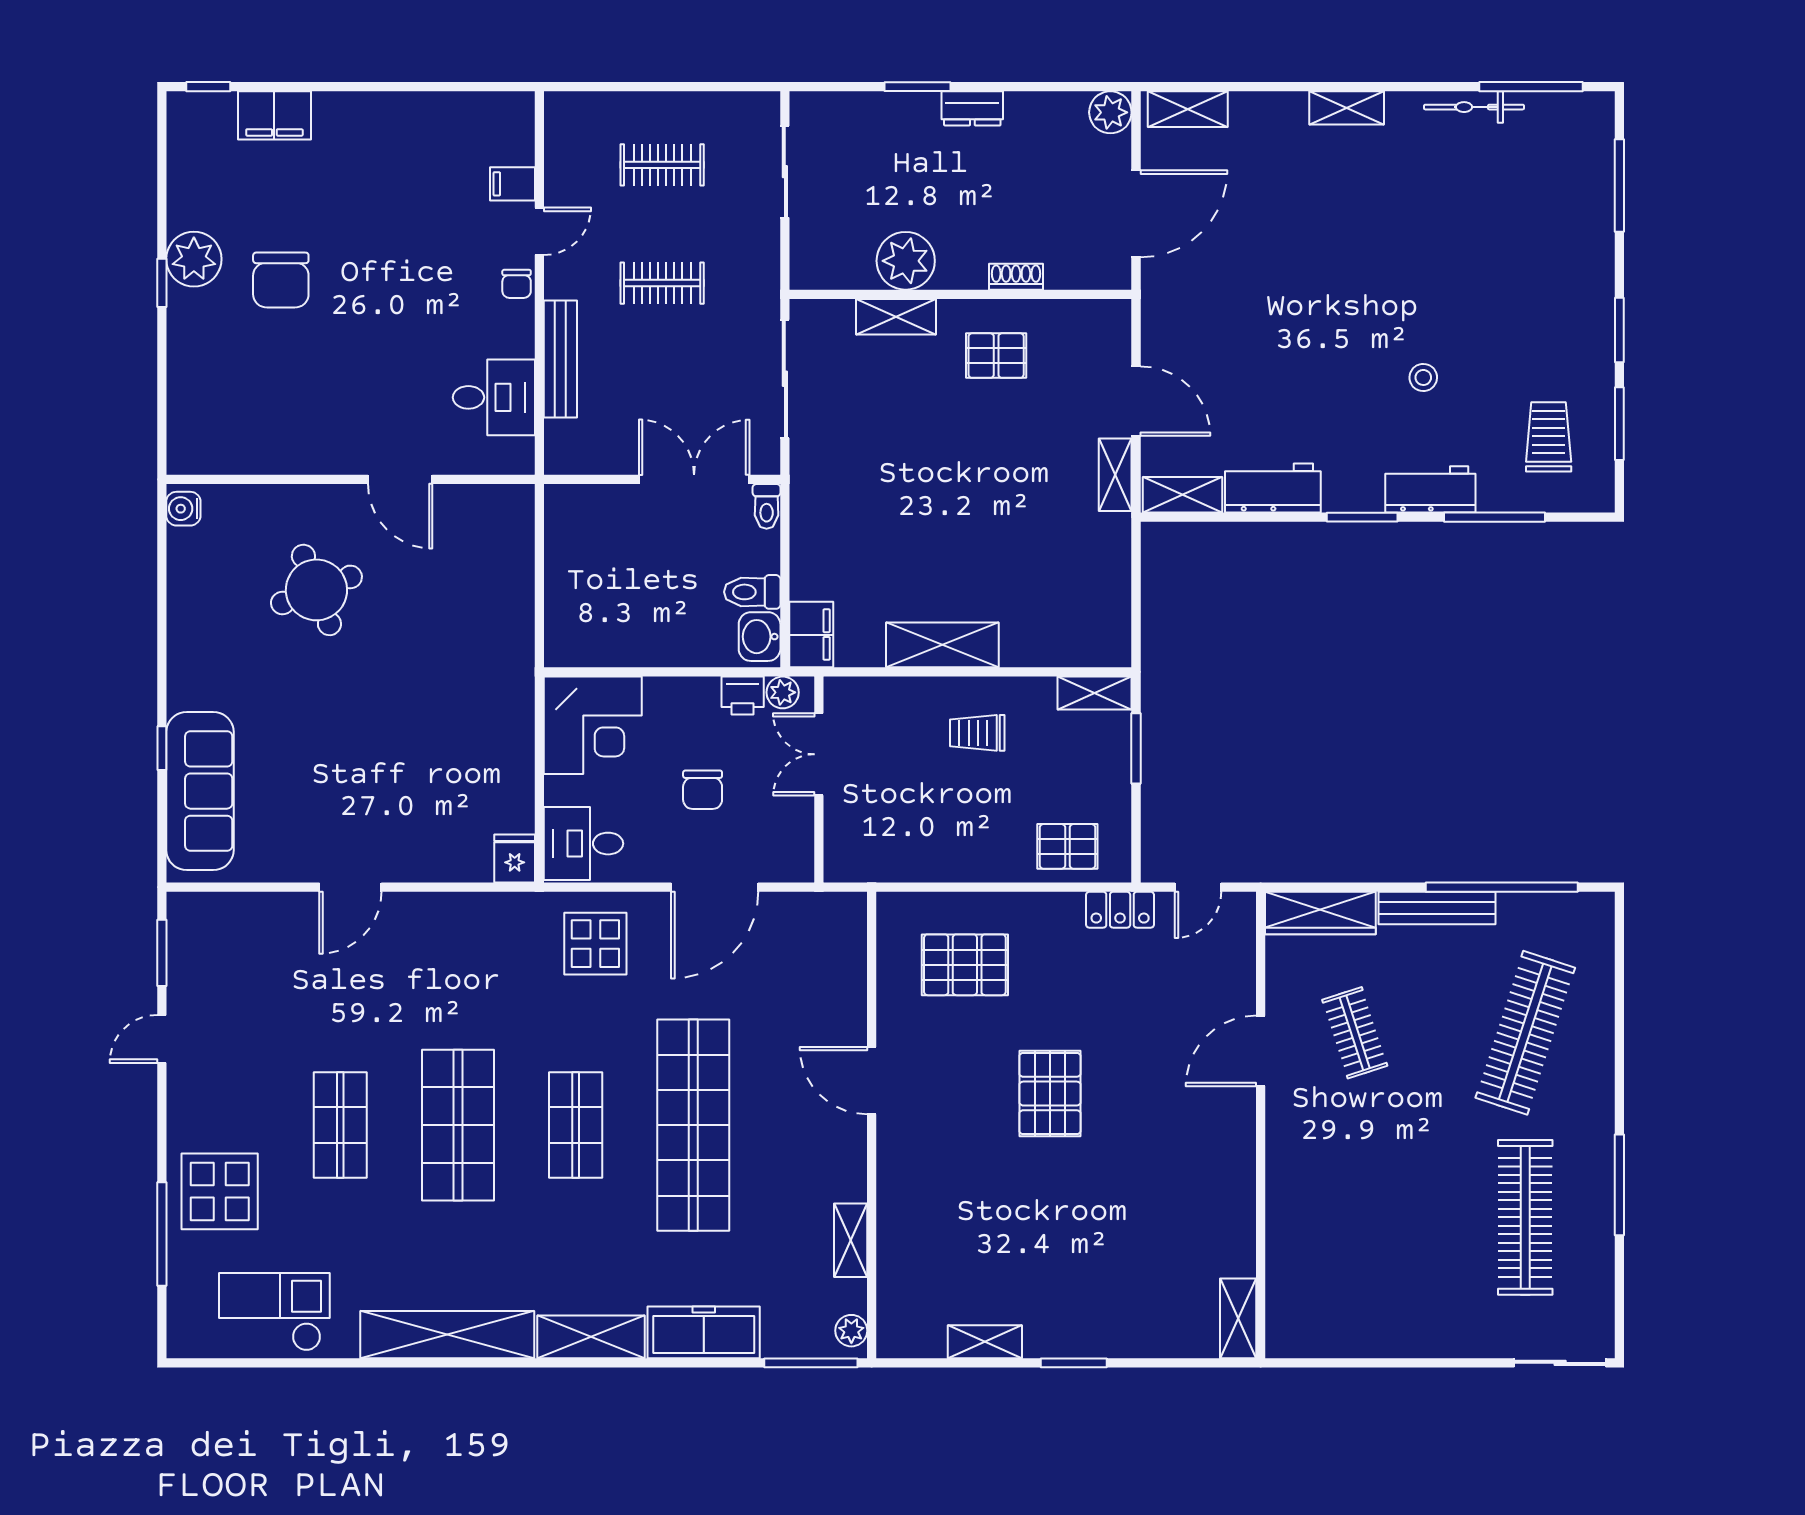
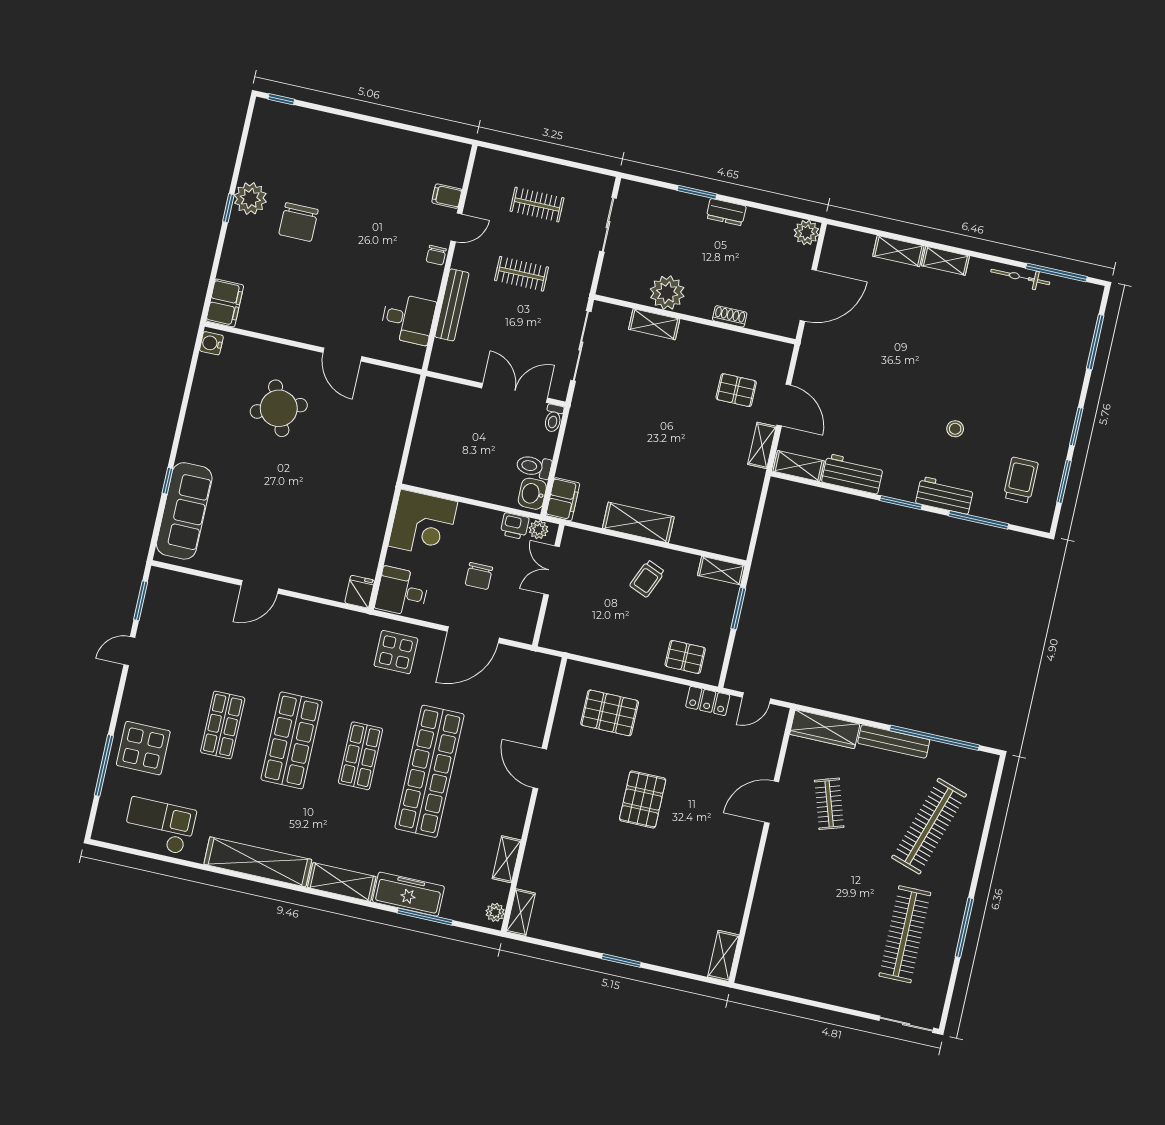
shelving: (1188, 109) -> (898, 251), moved
filing cabinet: (274, 115) -> (225, 303), moved, turned -90
pallet: (996, 356) -> (736, 390), moved
trolley: (977, 733) -> (647, 579), turned -67
shelving: (985, 1342) -> (521, 912), moved, turned 90
window: (811, 1363) -> (425, 917), moved

